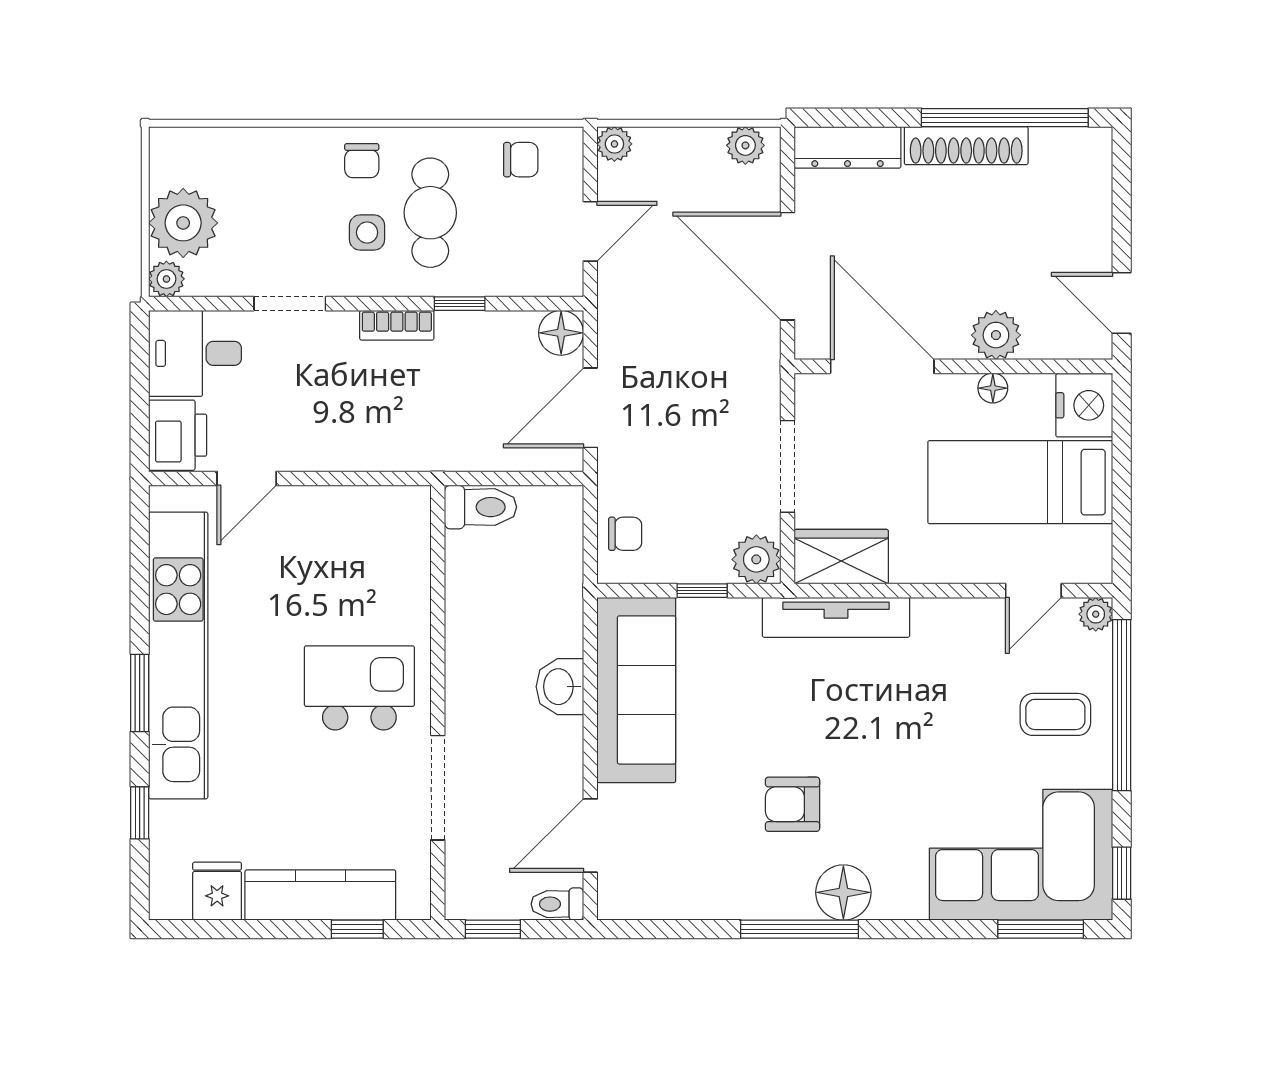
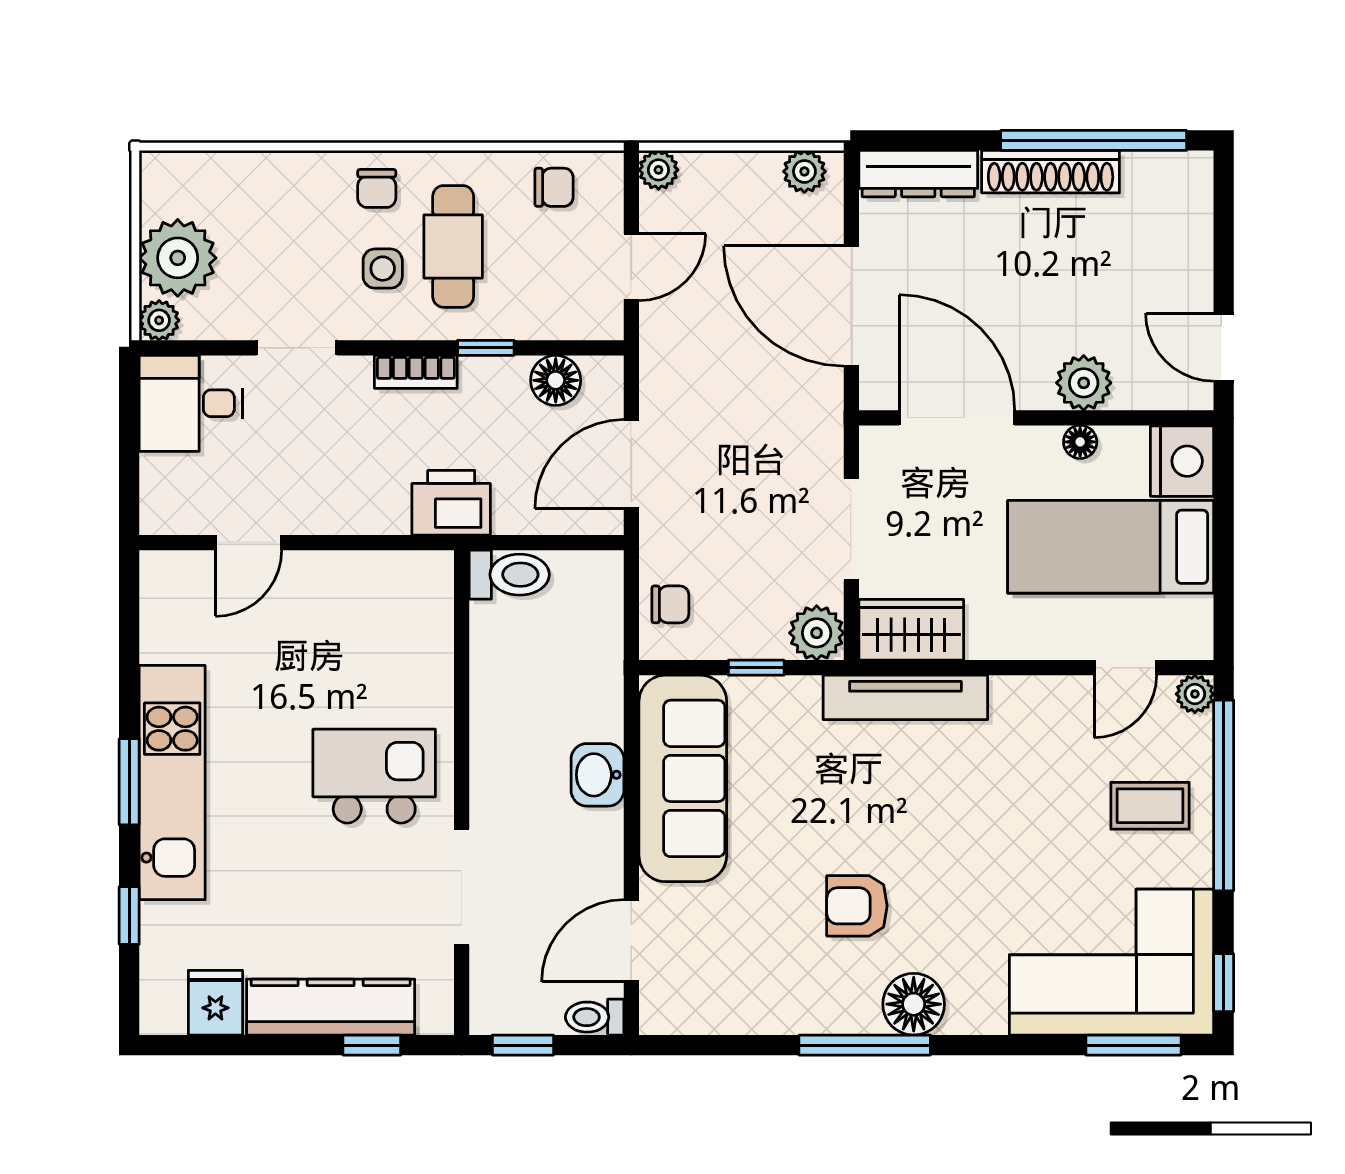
floor lamp: (561, 333) -> (556, 380), moved
printer: (178, 435) -> (451, 503), moved, turned -90
kitchen unit: (178, 655) -> (172, 783), width x0.73

